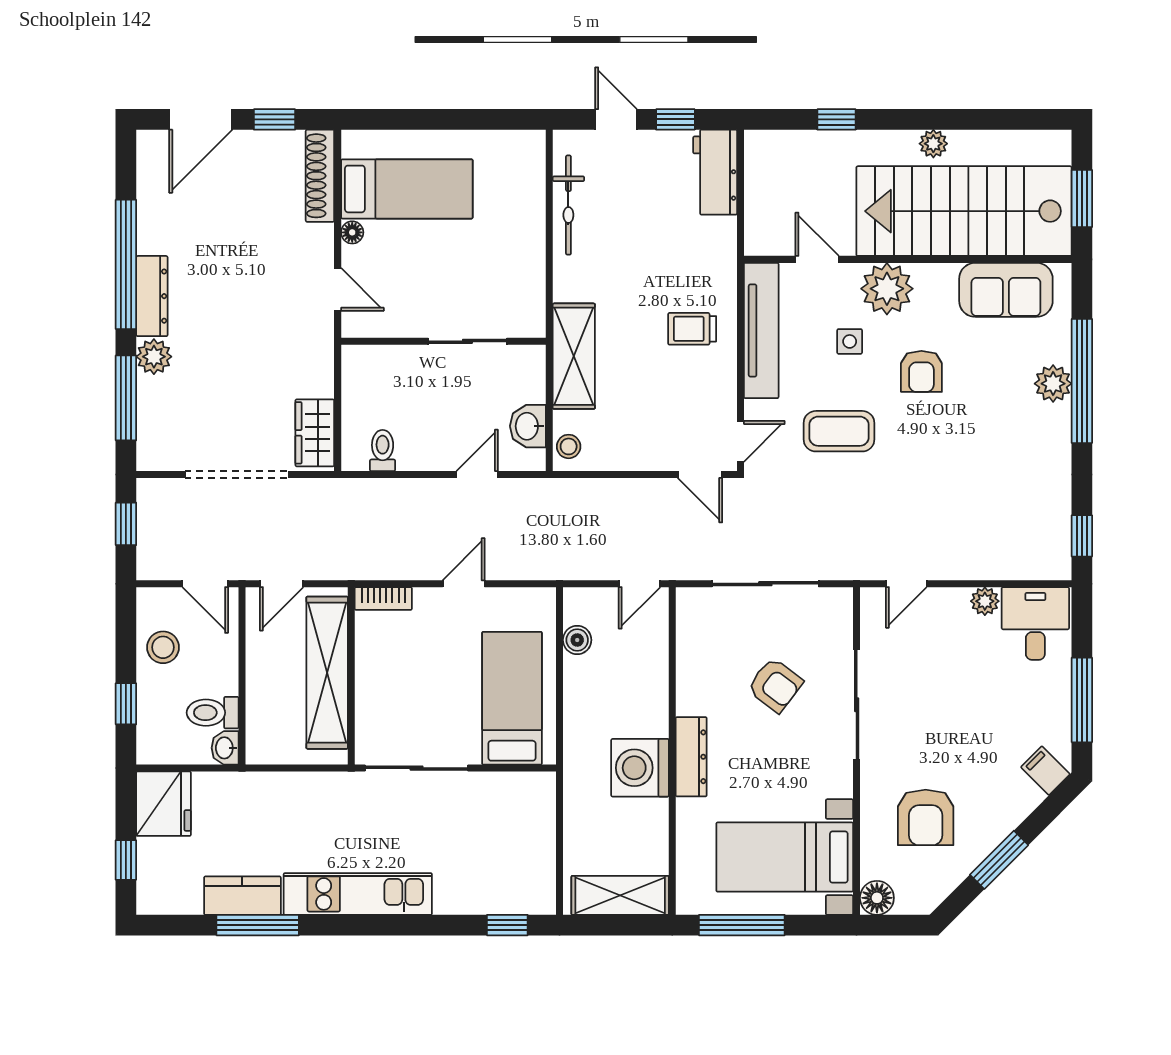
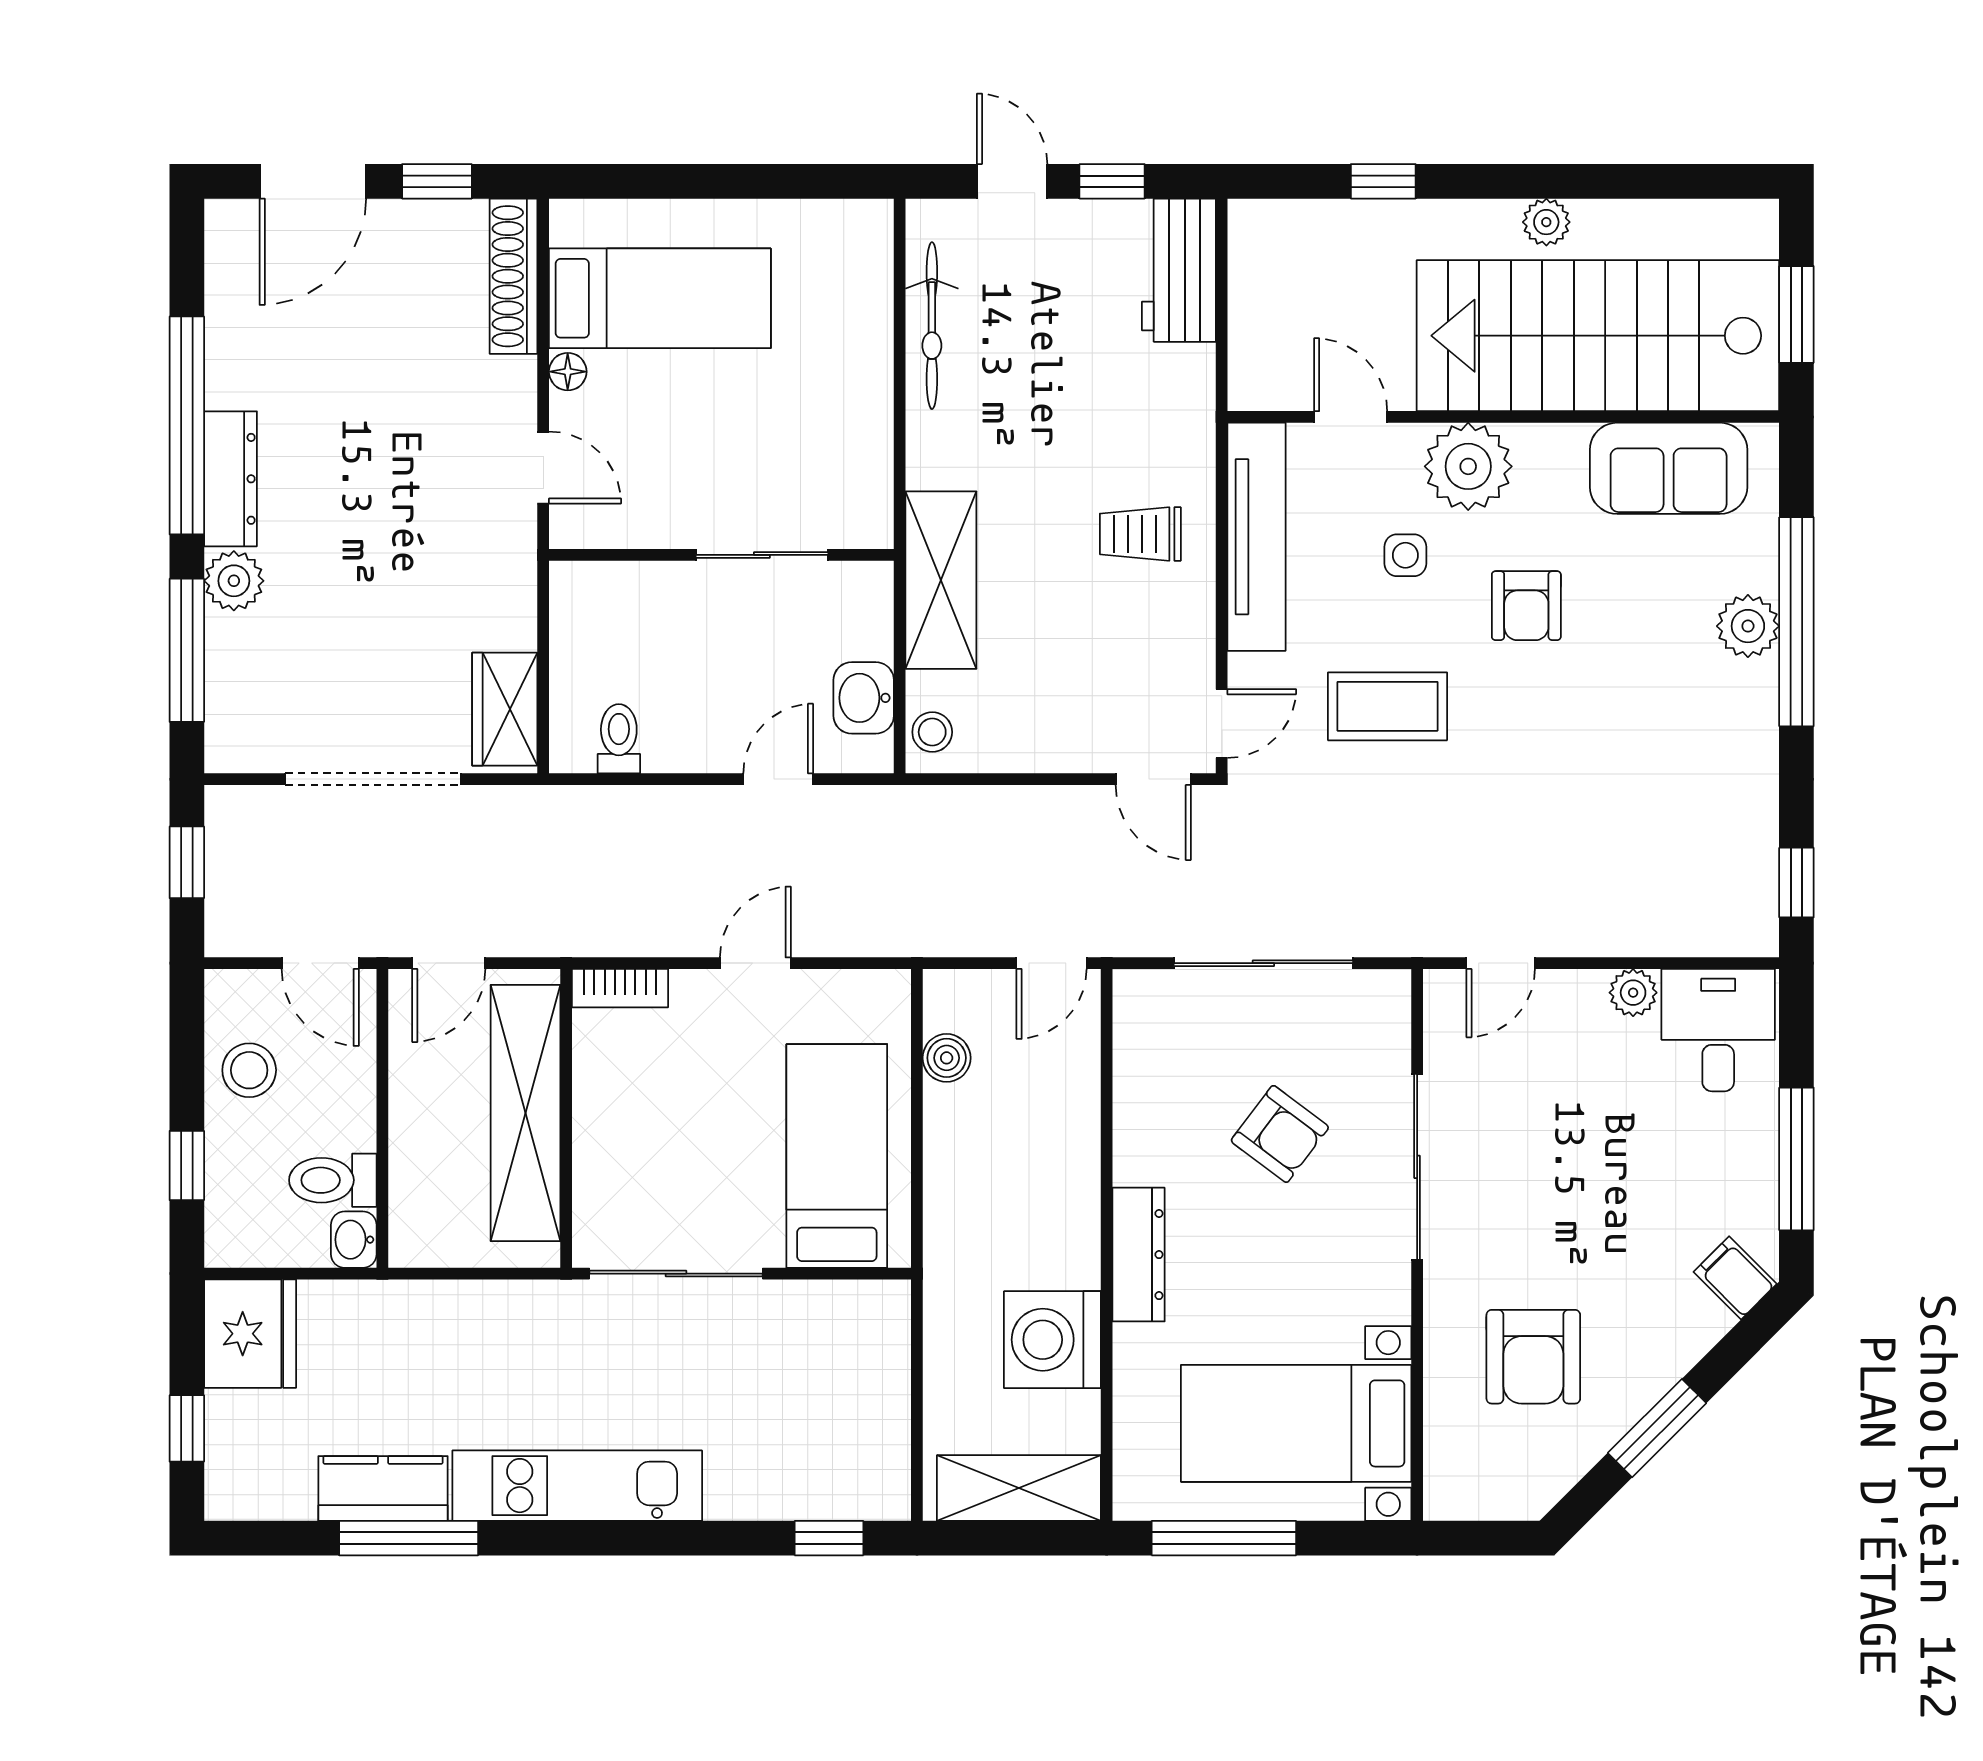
washing machine: (640, 768) -> (1052, 1340), moved
floor lamp: (877, 898) -> (1451, 1492), removed

